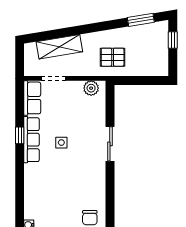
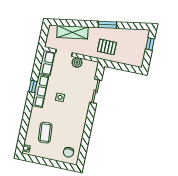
window: (141, 20) -> (107, 25), moved
plant: (91, 88) -> (77, 62), moved
sliding door: (110, 144) -> (96, 91), moved
coffee table: (51, 197) -> (45, 133), added

